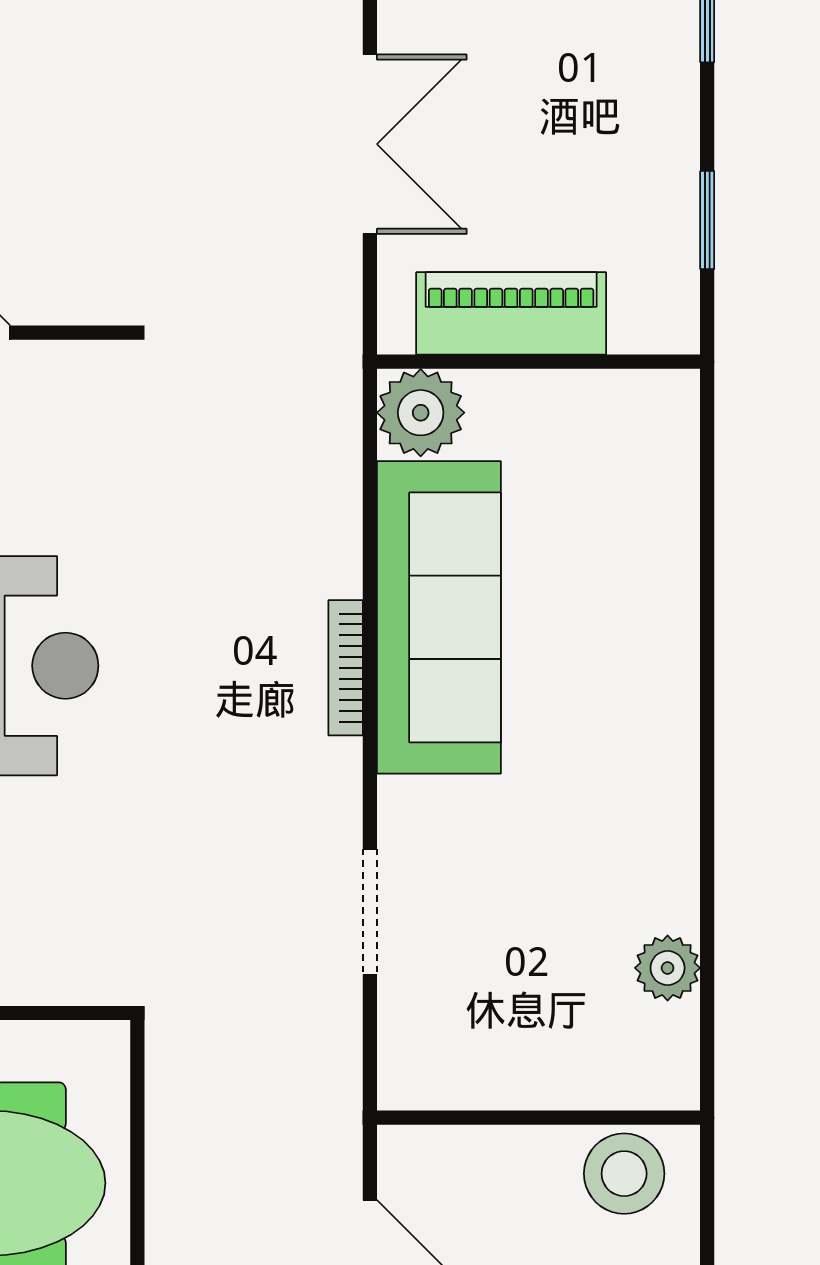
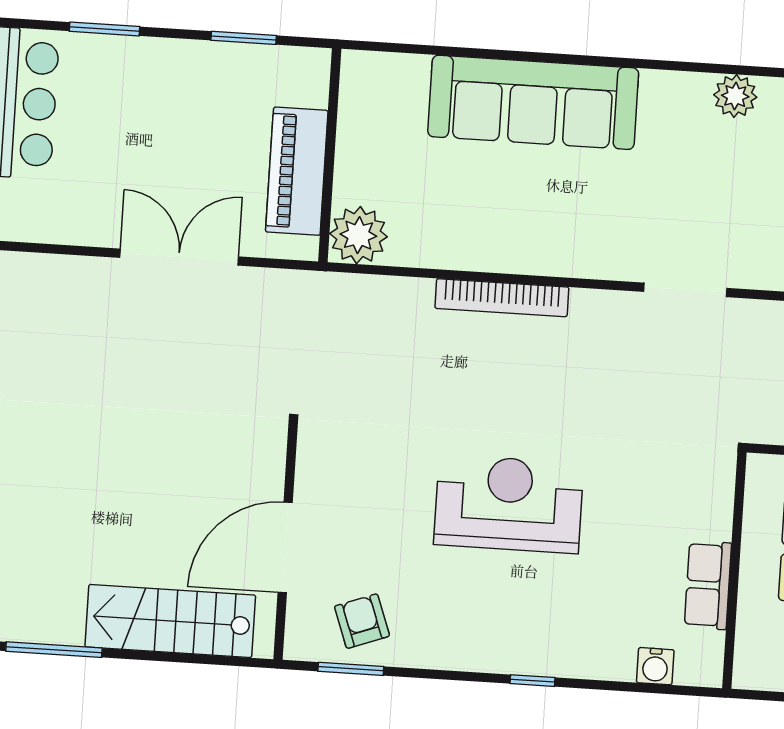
sofa: (439, 617) -> (533, 102), moved, turned 180
bookcase: (346, 668) -> (502, 298), width x1.48, depth x1.31

